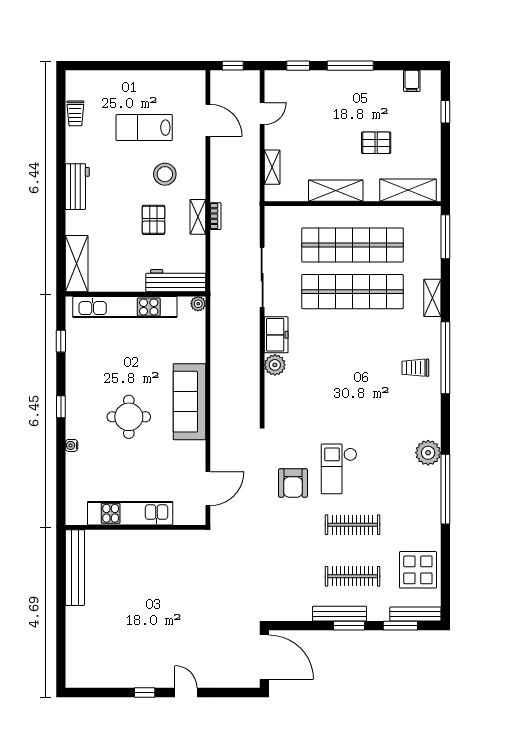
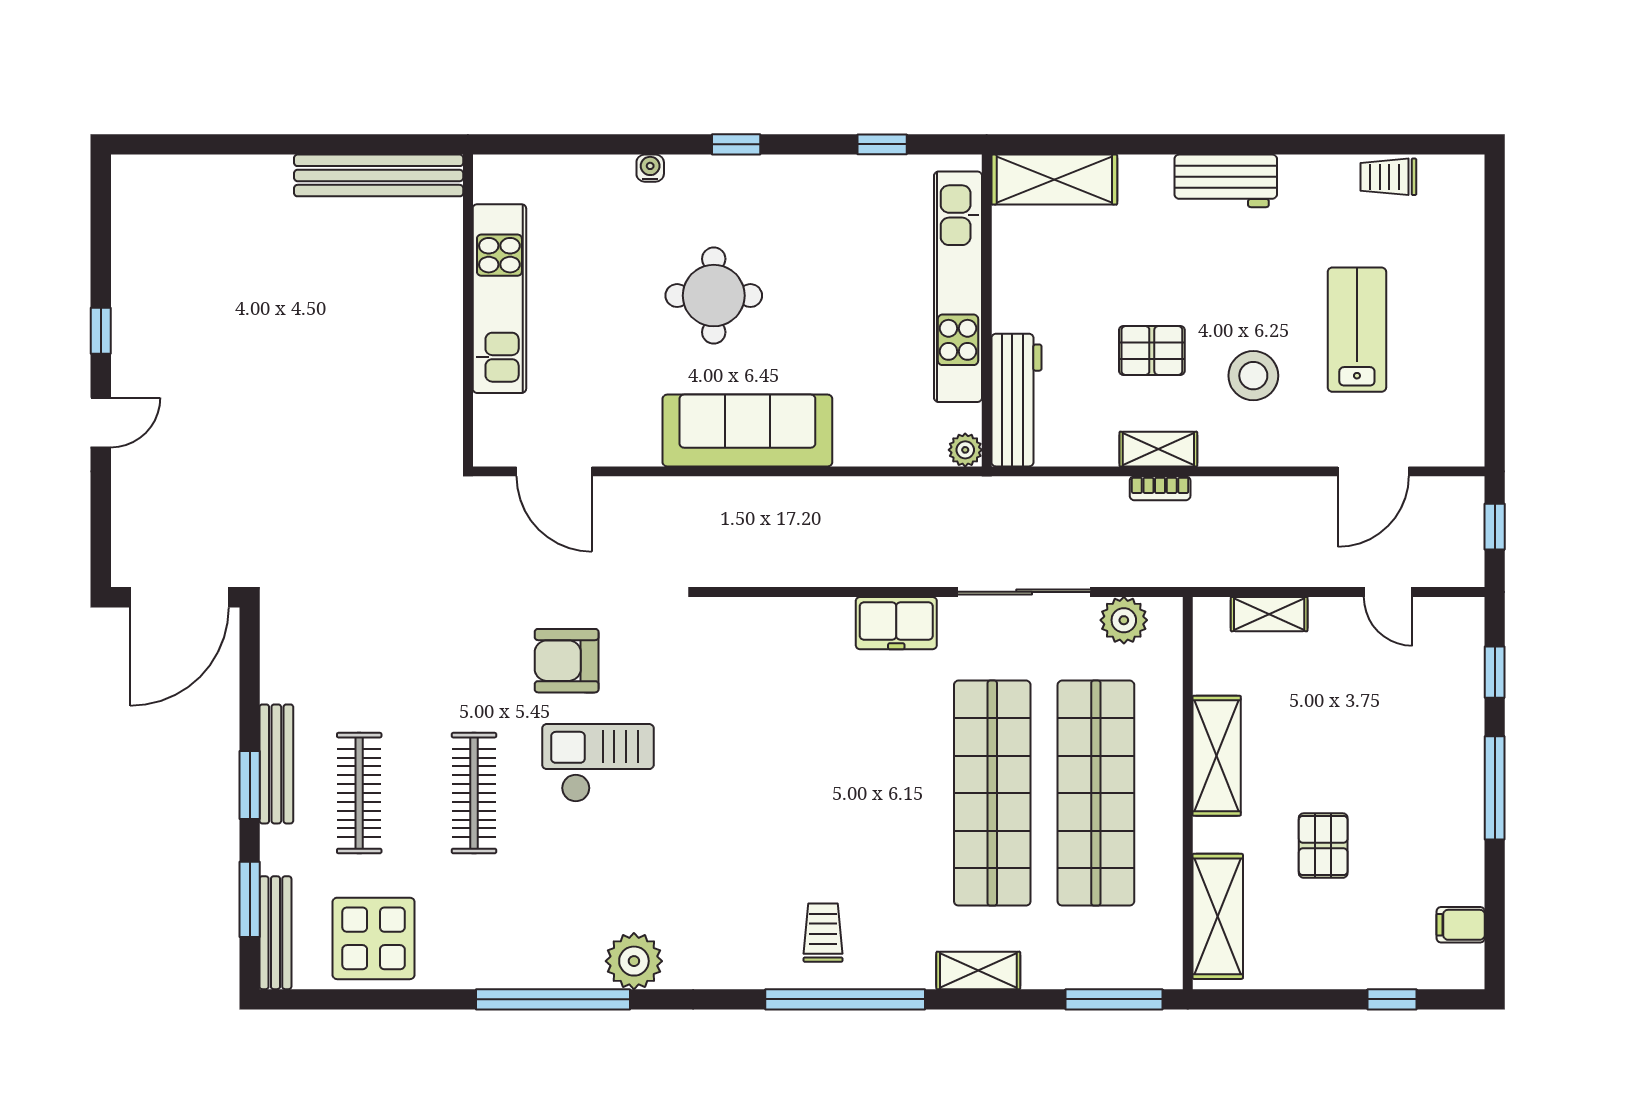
plant: (275, 365) -> (1124, 620), moved

